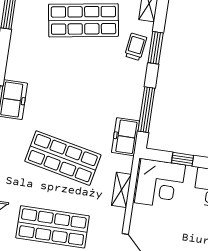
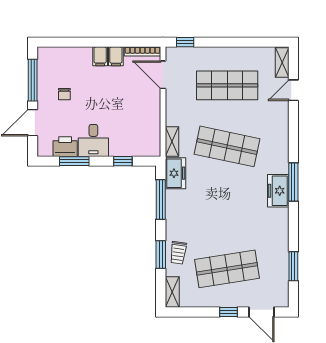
corner desk: (160, 184) -> (139, 137), removed
shelving: (121, 190) -> (172, 142), moved

